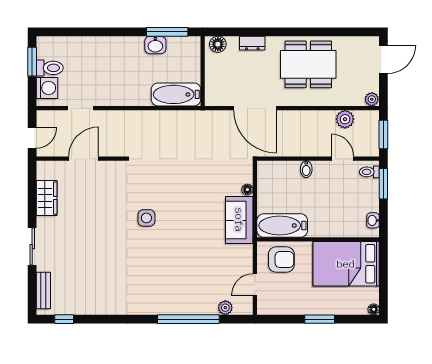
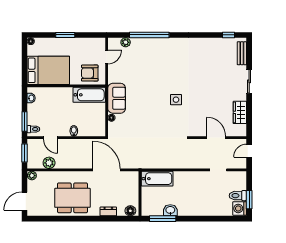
washing machine: (47, 88) -> (240, 208), moved
door: (84, 159) -> (216, 138), swing flipped

